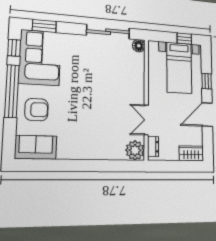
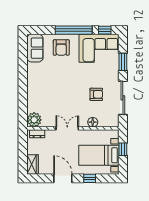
window: (44, 26) -> (123, 62), moved
window: (184, 39) -> (123, 149), moved
floor lamp: (139, 46) -> (93, 122), moved
armchair: (103, 66) -> (96, 94), added
double door: (146, 120) -> (67, 128), moved

